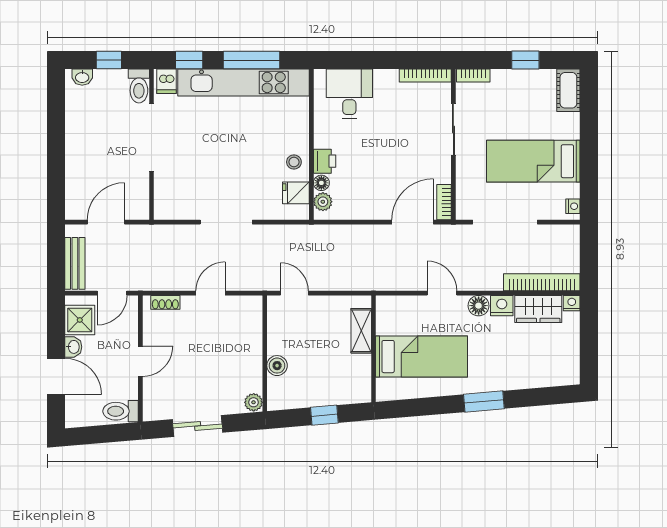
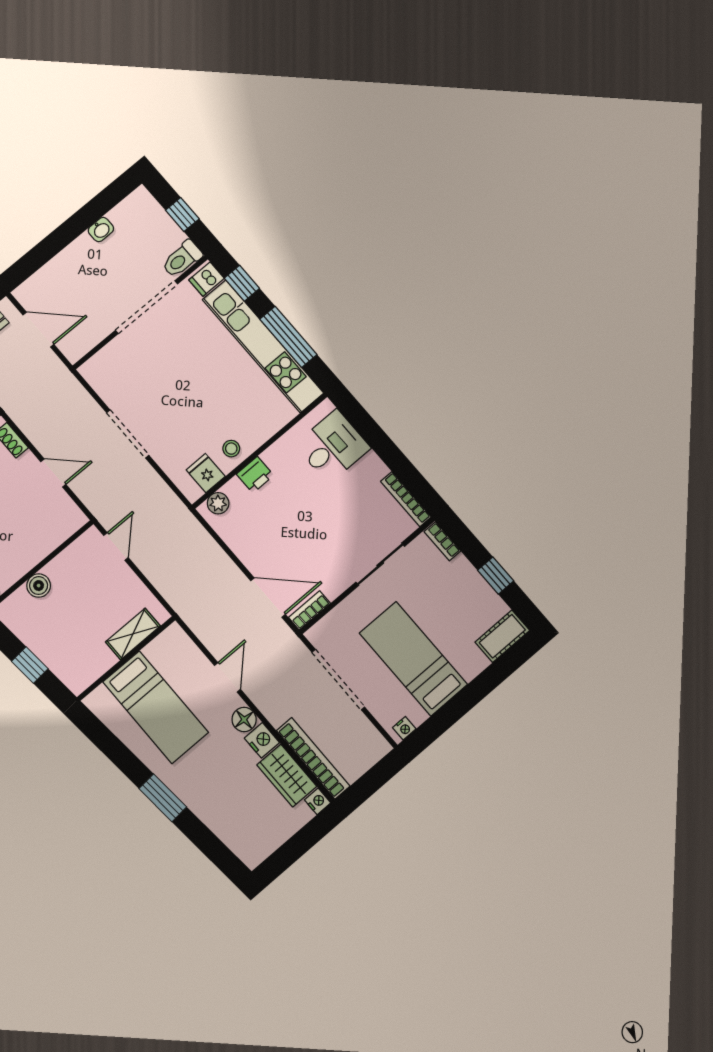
washbasin: (82, 77) -> (101, 230), moved, turned -90
floor lamp: (321, 183) -> (234, 488), removed

